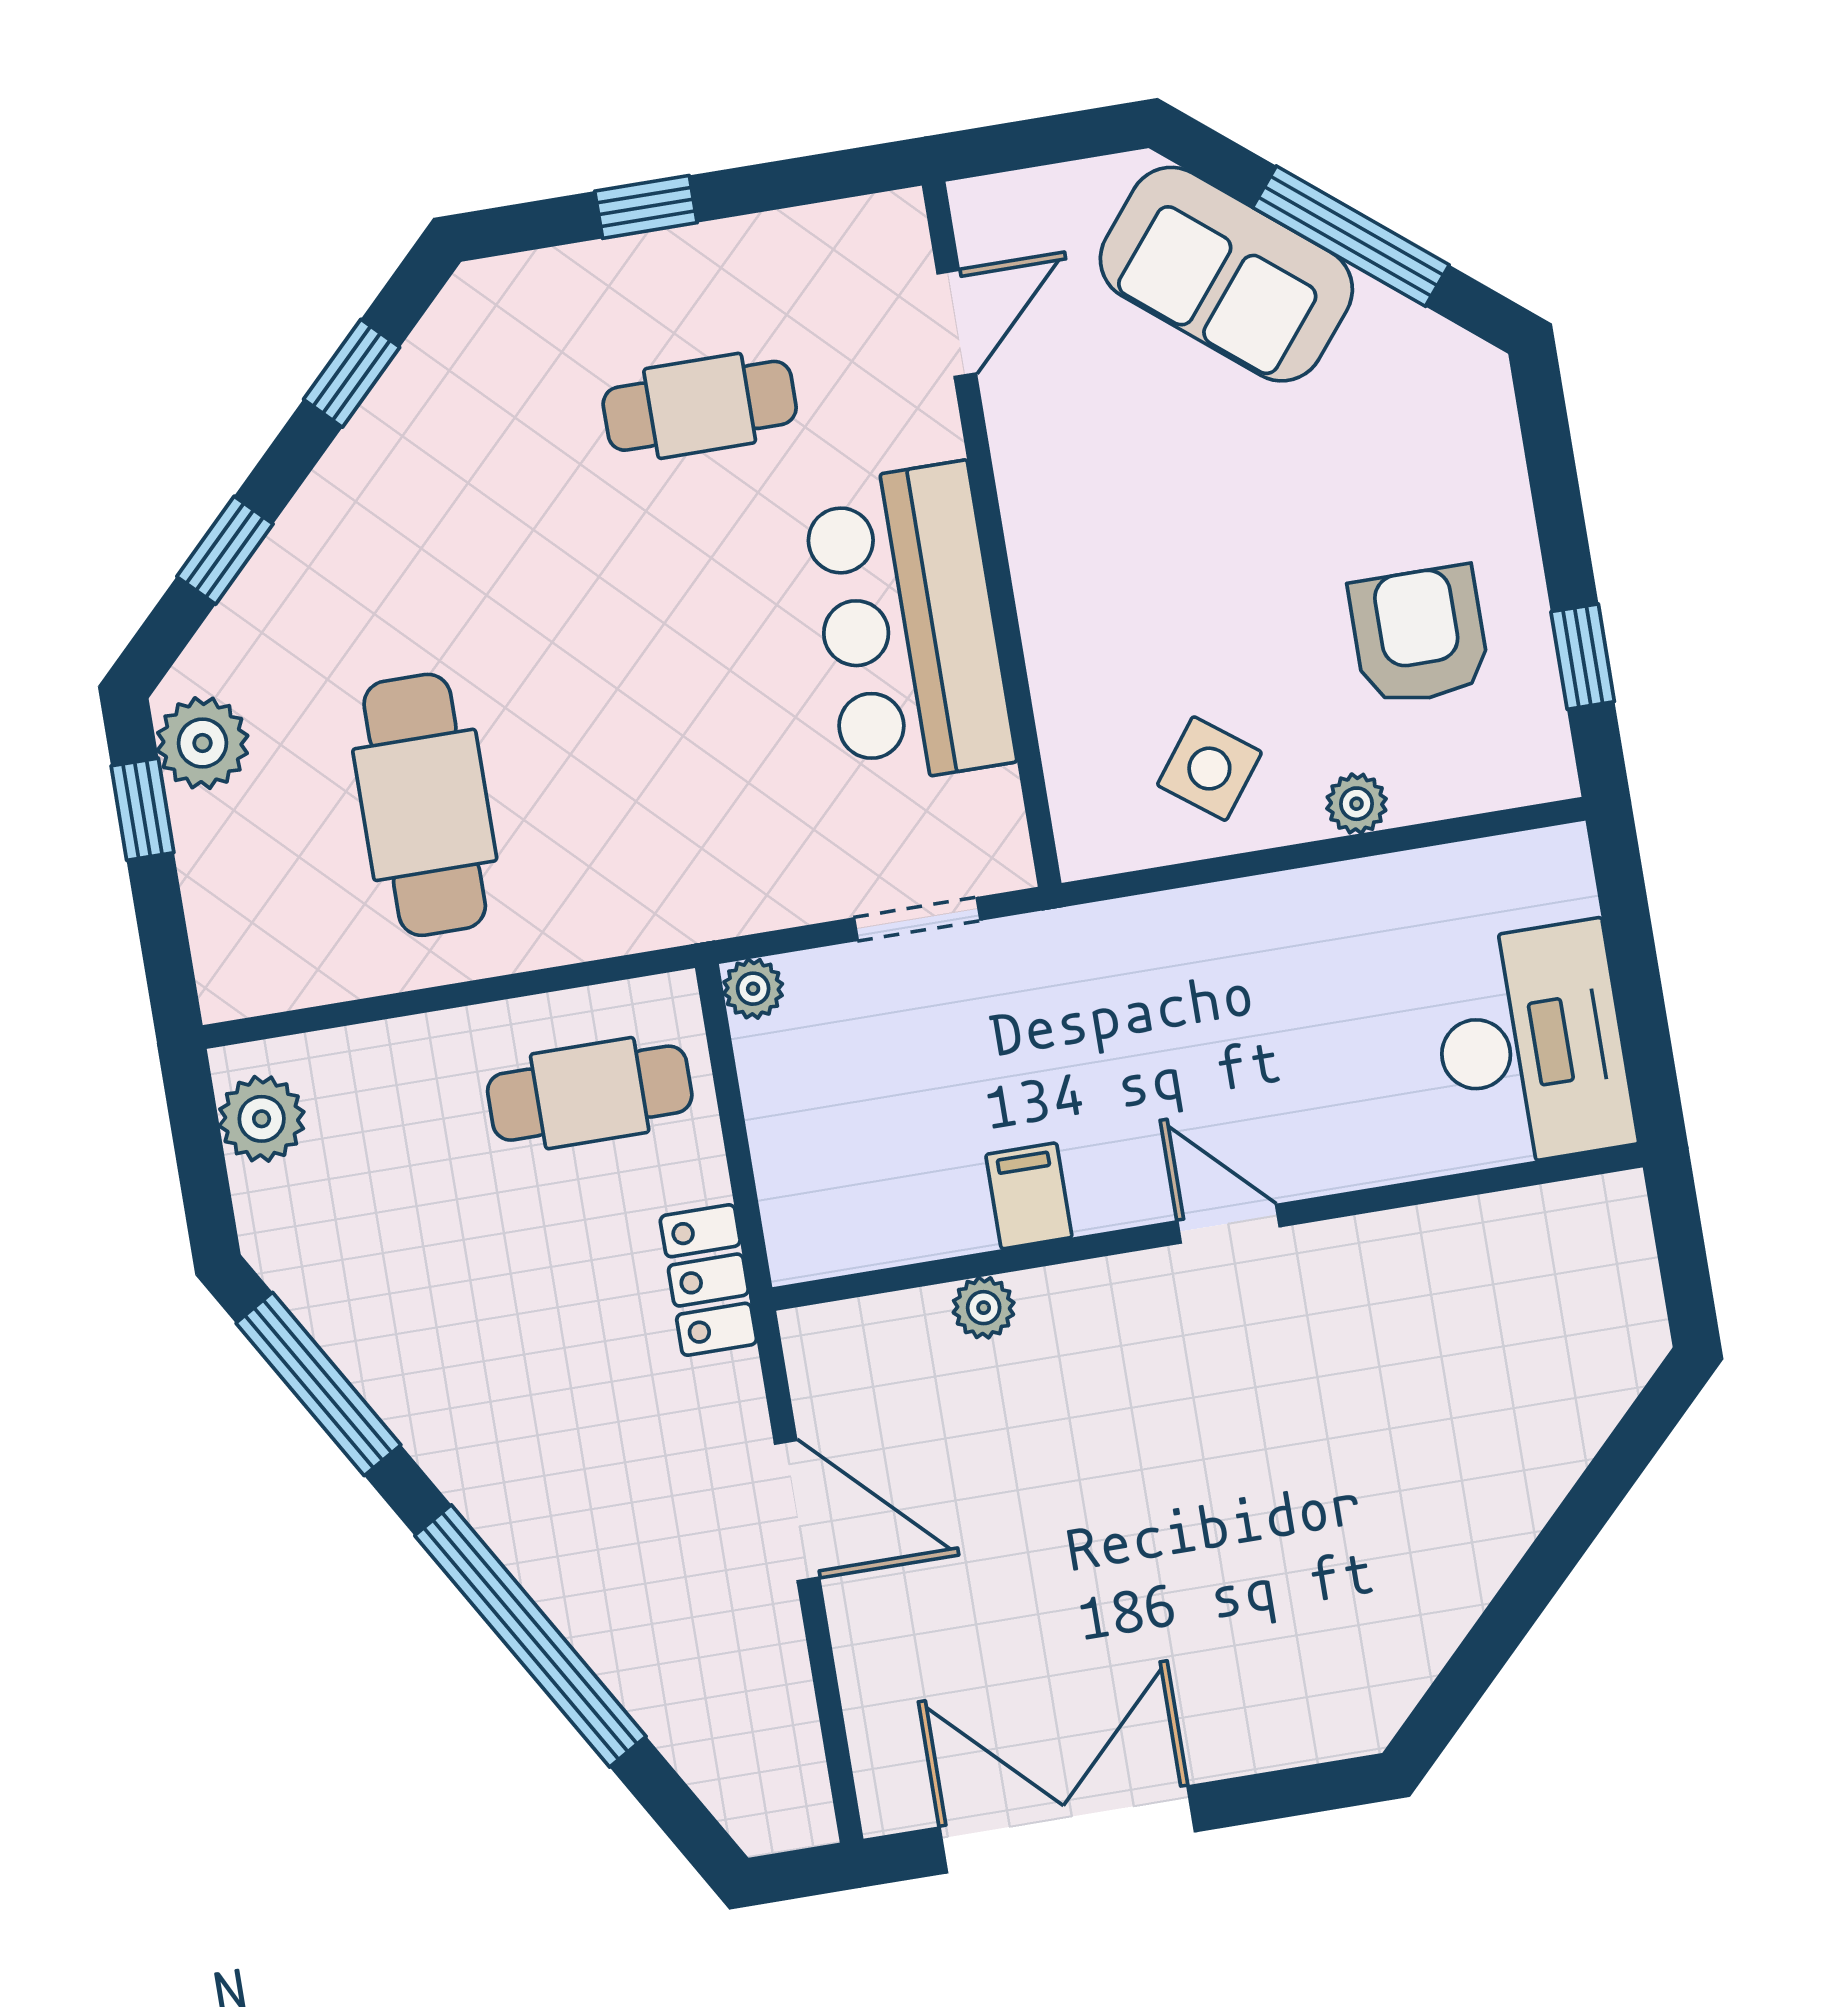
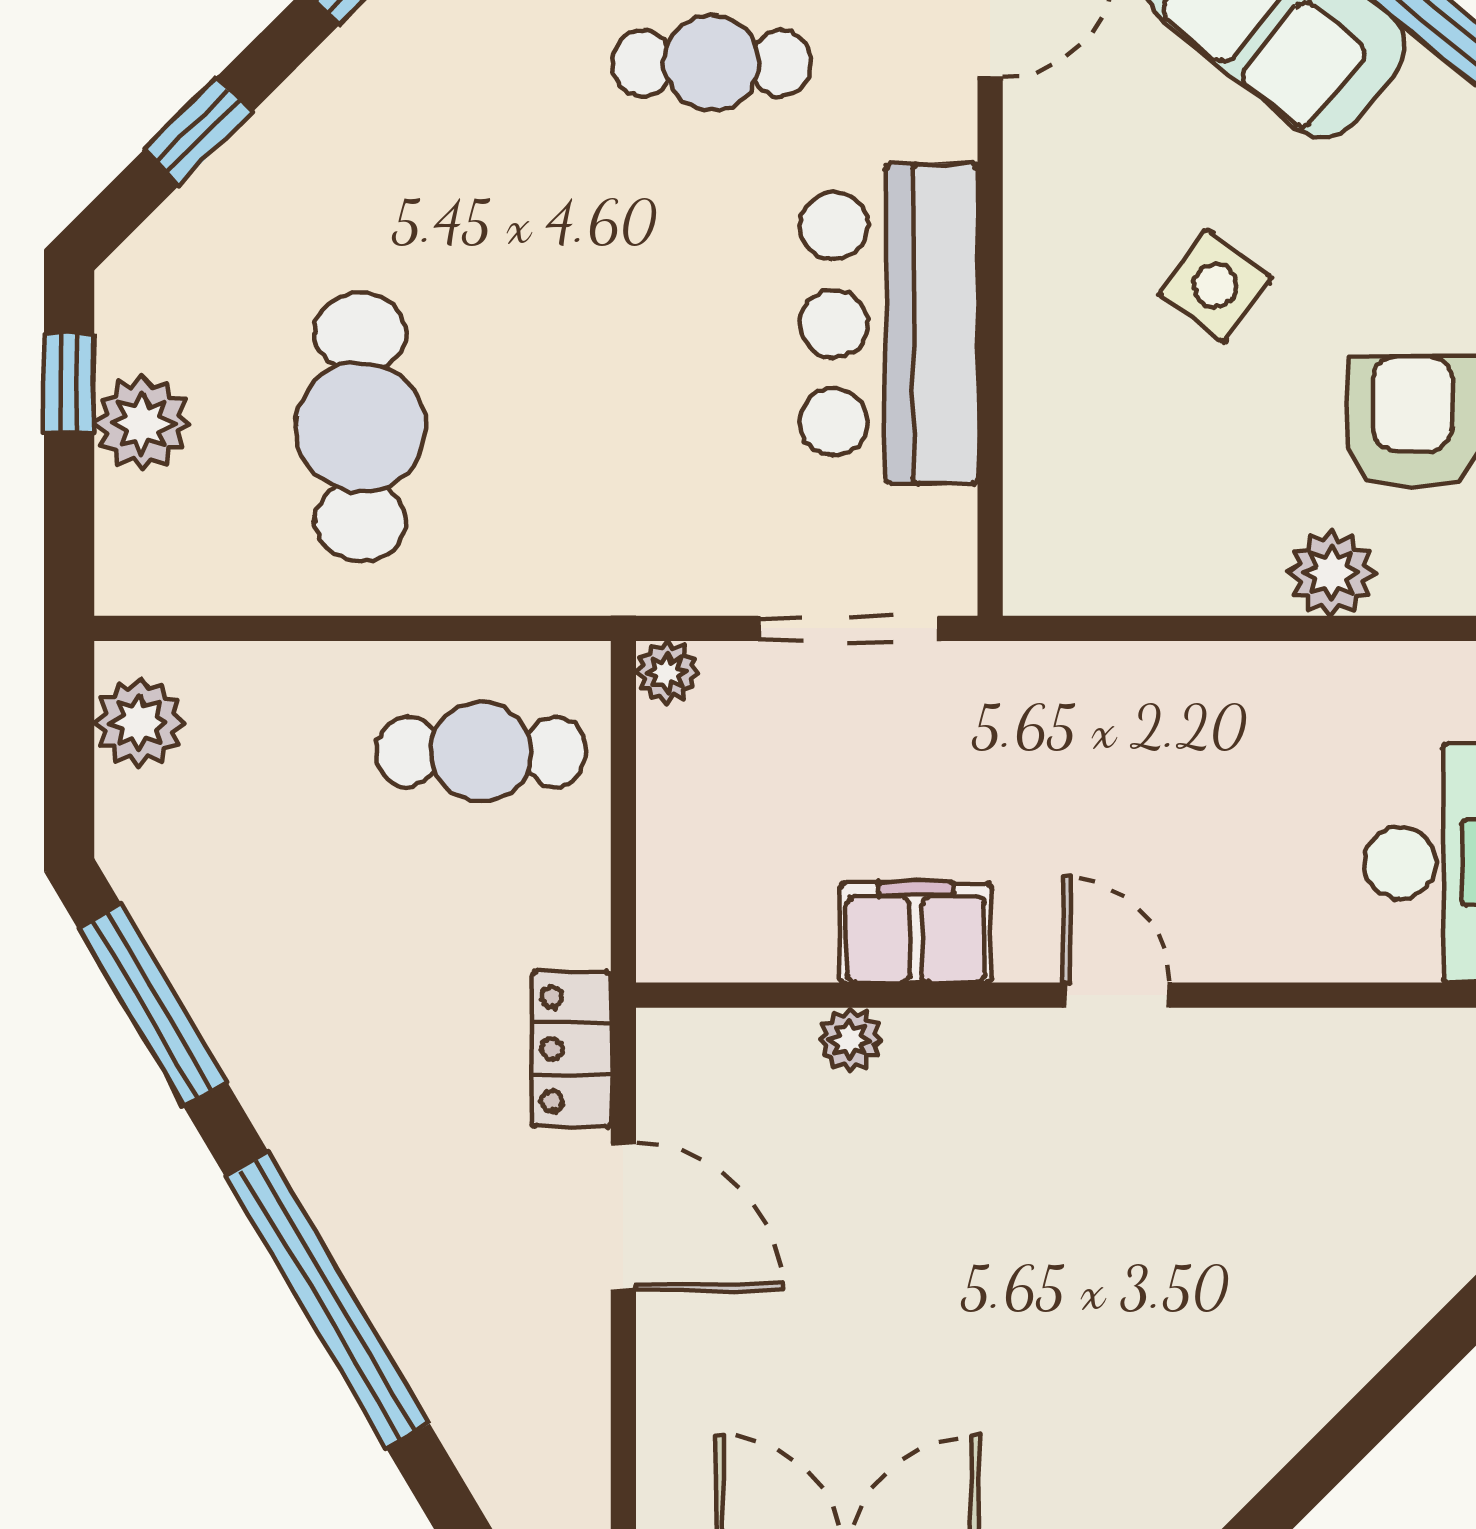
plant: (202, 743) -> (142, 423), moved
side table: (1209, 769) -> (1215, 286), moved
plant: (1357, 804) -> (1332, 573), width x1.38, depth x1.38
doorway: (917, 919) -> (848, 628), width x1.38
filing cabinet: (1029, 1196) -> (916, 933), width x2.00
locker: (708, 1280) -> (571, 1049), moved

